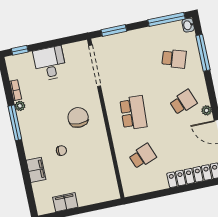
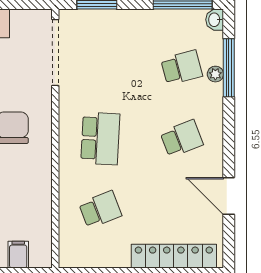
school desk: (174, 59) -> (182, 68), turned -33
plant: (207, 110) -> (215, 74), moved
filing cabinet: (98, 194) -> (18, 255), added

